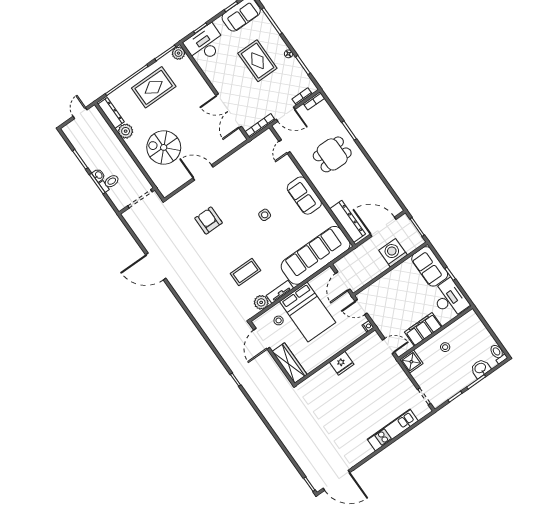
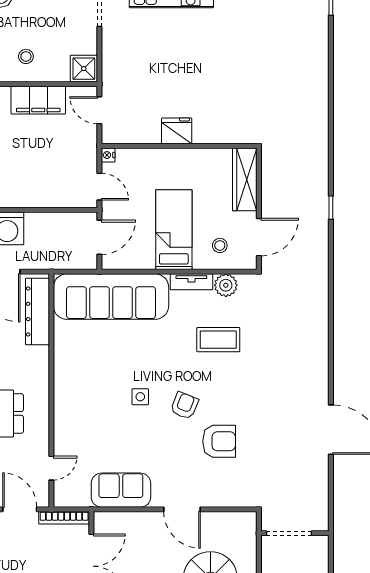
sofa: (304, 196) -> (121, 490), moved, turned -90
armchair: (208, 220) -> (219, 441), turned -90
armchair: (239, 226) -> (184, 406), added
bed: (308, 312) -> (174, 230), width x0.67

